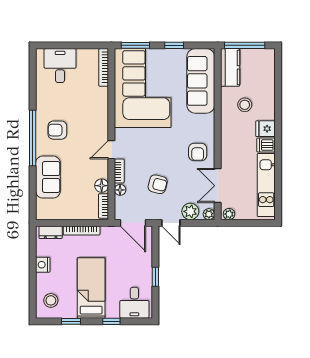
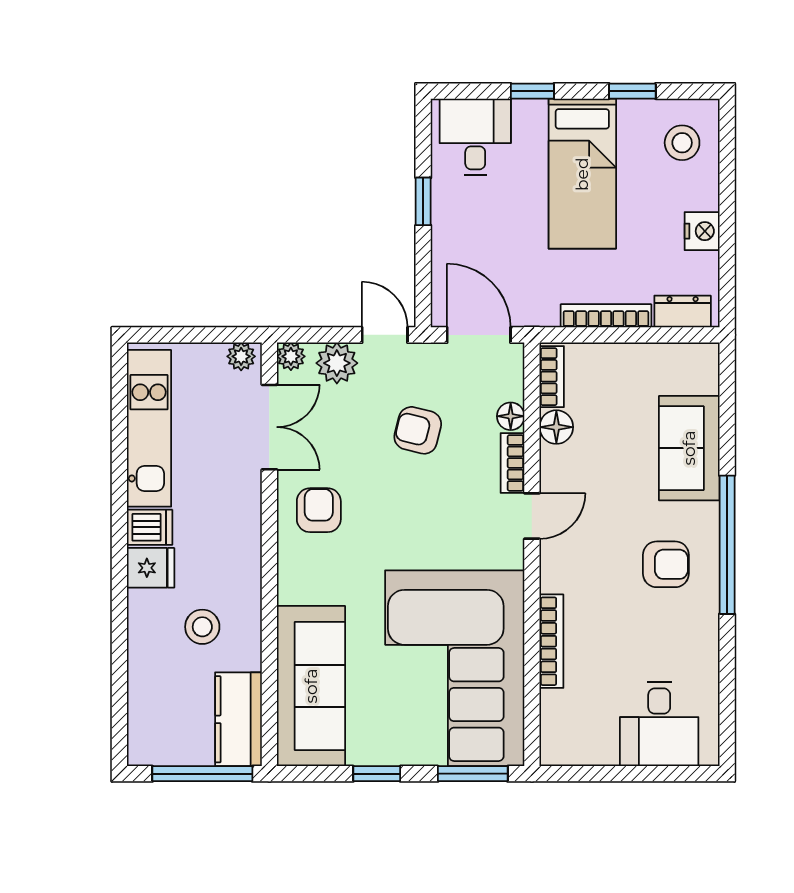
bookcase: (104, 67) -> (551, 641), moved

